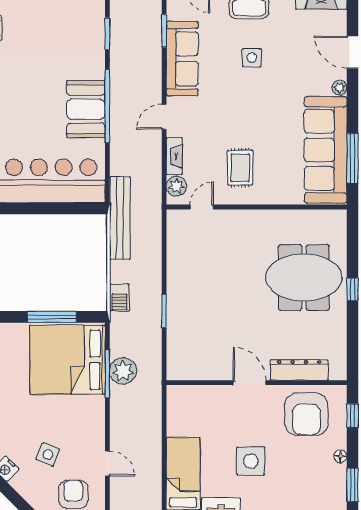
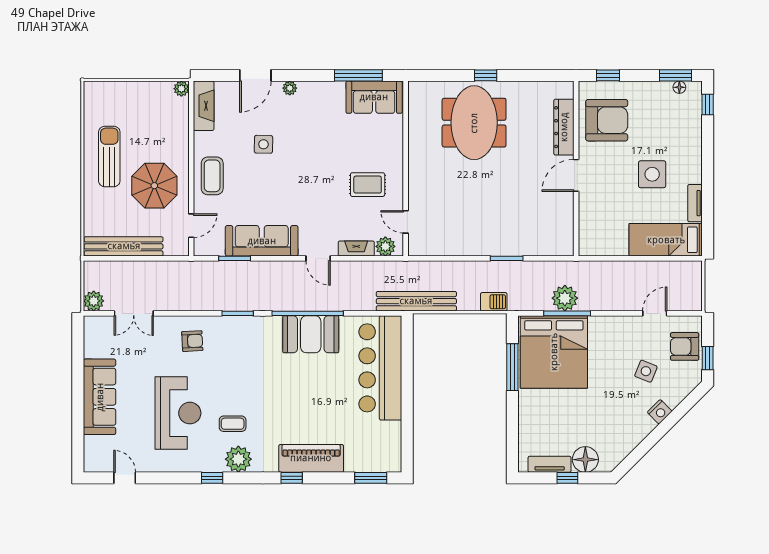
side table: (252, 58) -> (263, 144), moved
sofa: (326, 150) -> (374, 97), width x0.54, depth x0.79
floor lamp: (340, 456) -> (679, 87), moved

